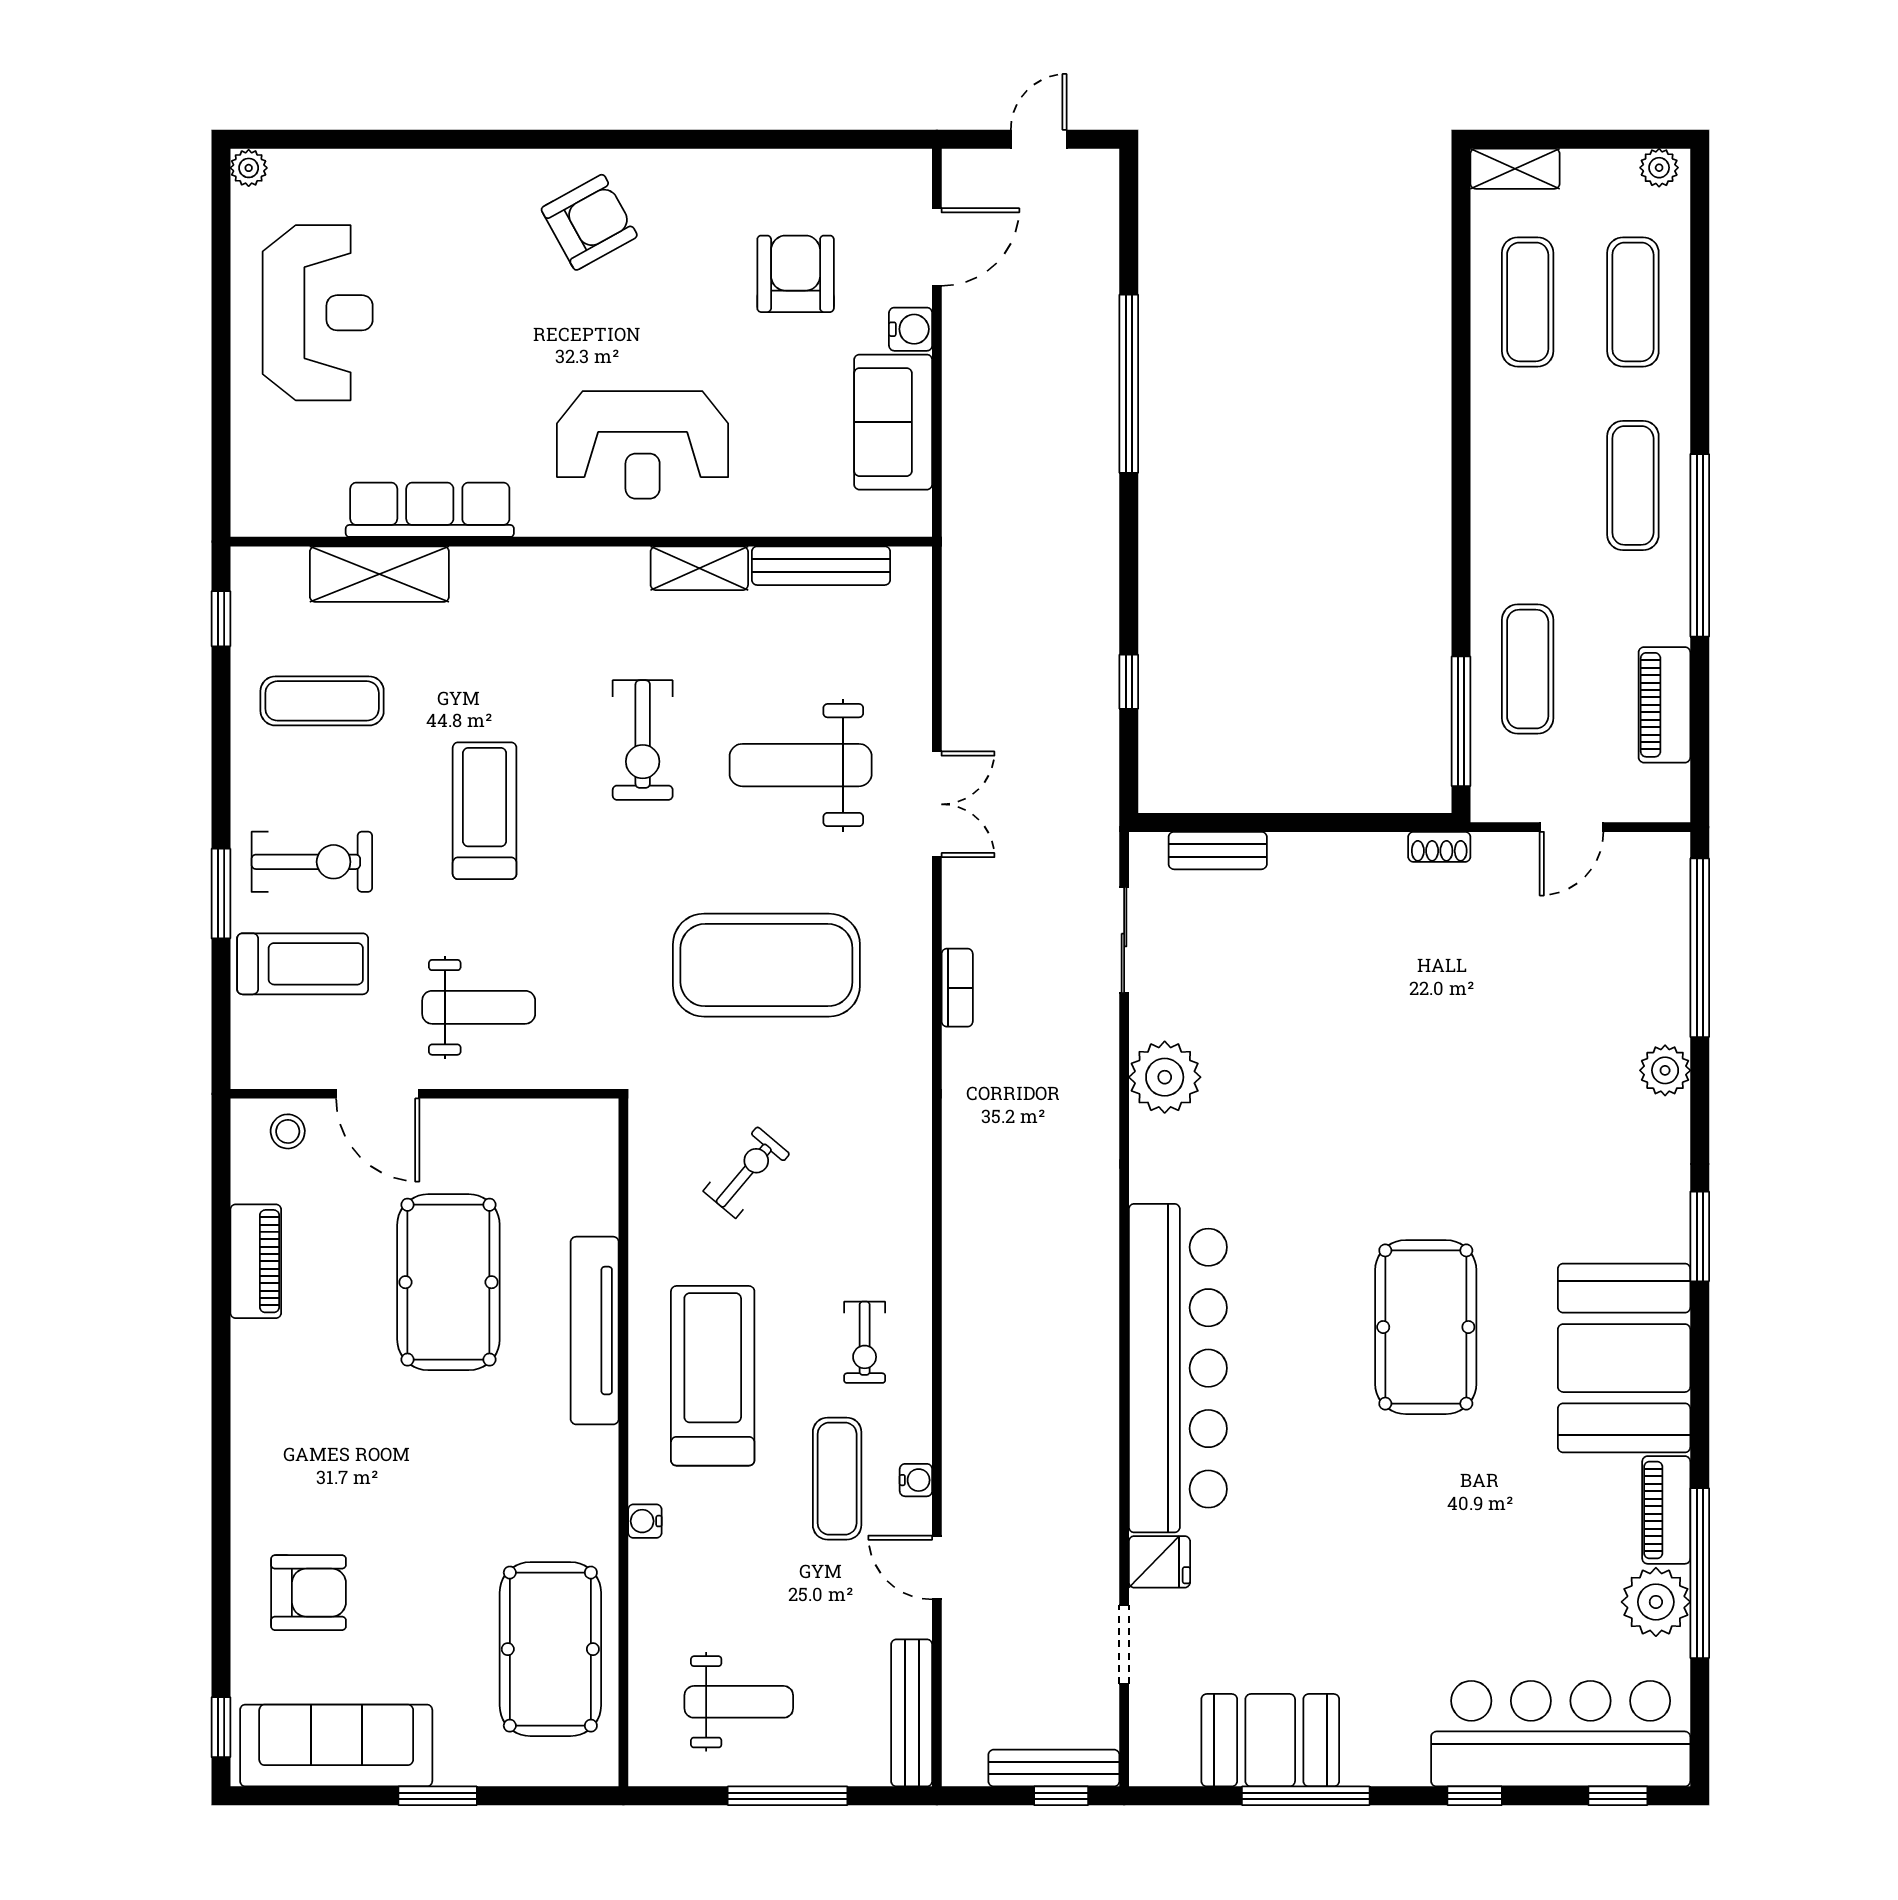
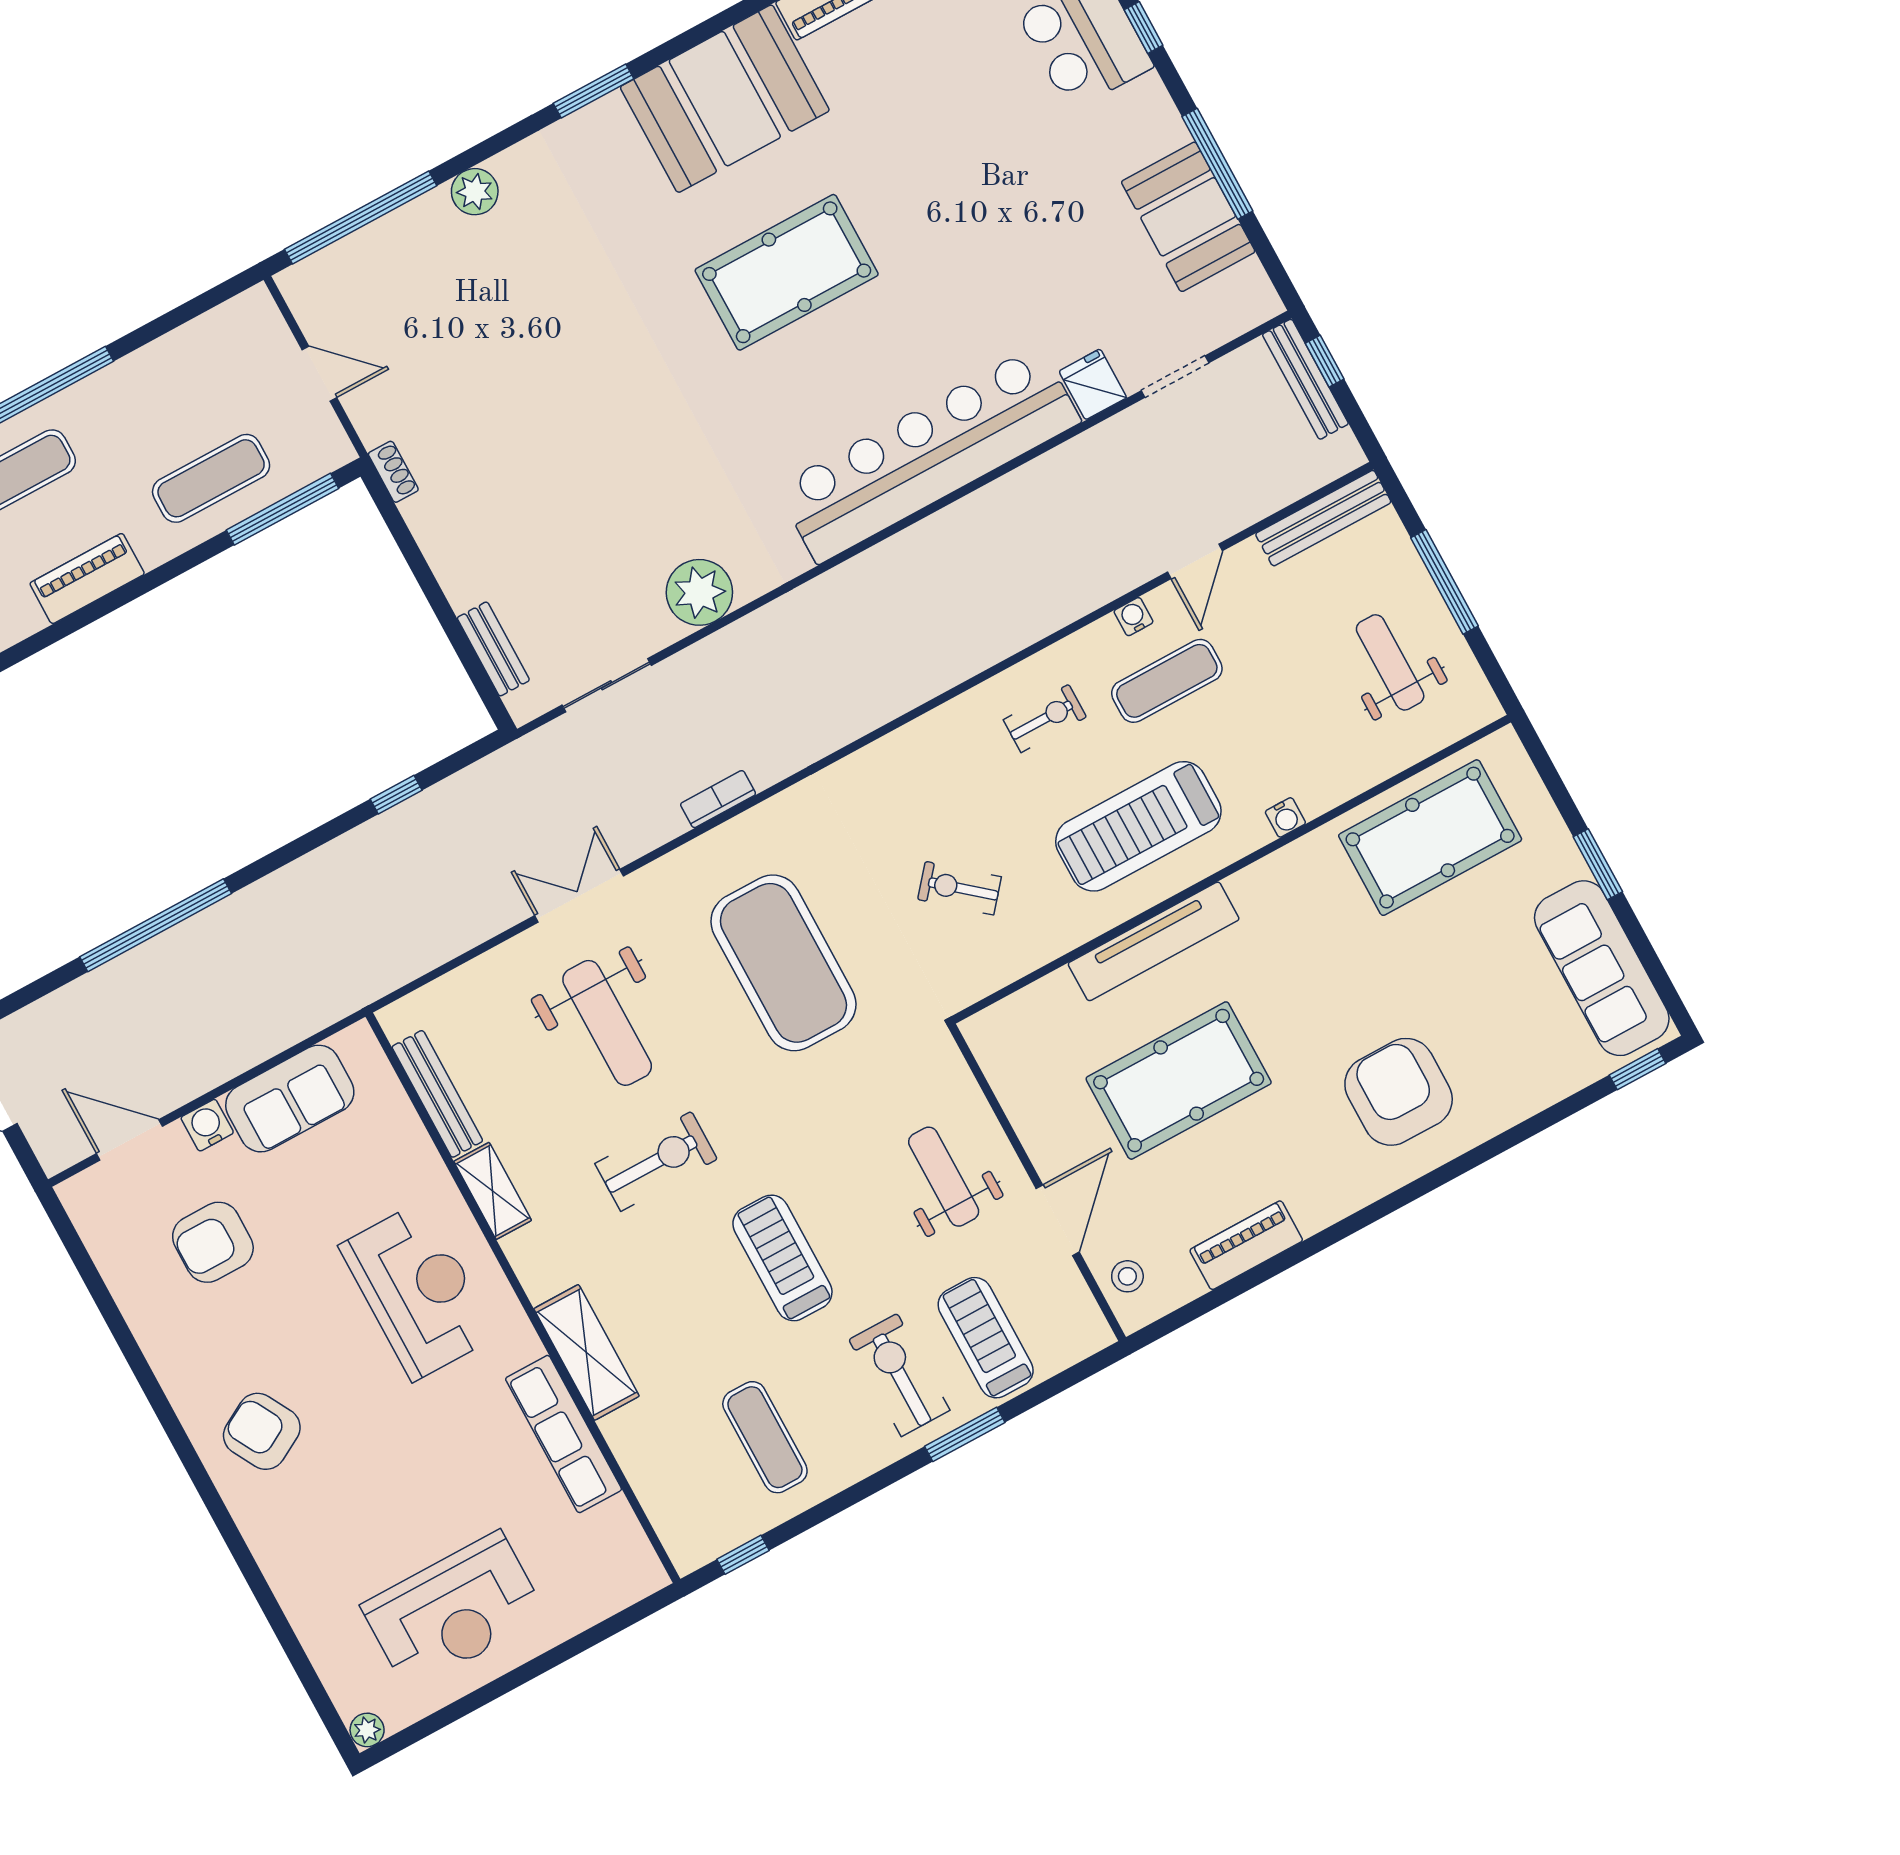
reception desk: (318, 313) -> (454, 1611), turned 180
shelving: (379, 574) -> (586, 1352), moved
piano: (1664, 705) -> (87, 579), moved, turned 180
treadmill: (485, 811) -> (782, 1258), turned 90
armchair: (308, 1593) -> (1399, 1092), moved, width x1.36, depth x1.36

